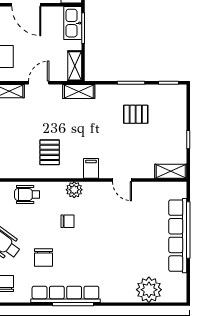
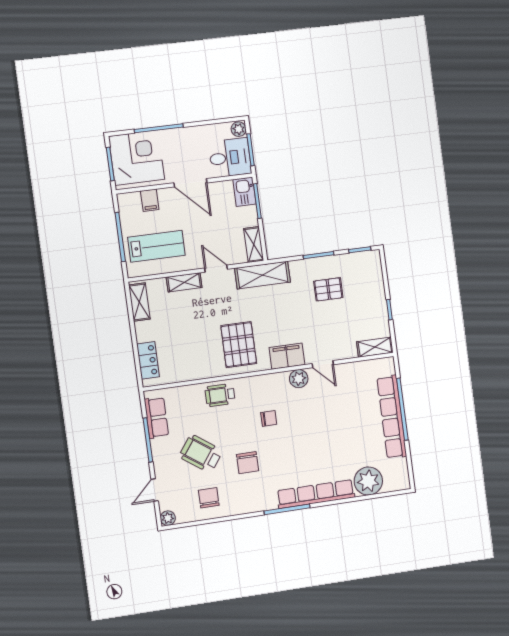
kitchen sink: (73, 23) -> (244, 192), width x0.73
door: (39, 83) -> (216, 269), hinge flipped
shelving: (79, 92) -> (262, 275), width x1.50, depth x1.33
pallet: (50, 152) -> (239, 345), width x1.50, depth x1.42
filing cabinet: (91, 168) -> (287, 356), width x2.00
plant: (74, 190) -> (299, 379), moved
row of seats: (65, 294) -> (316, 494), moved

